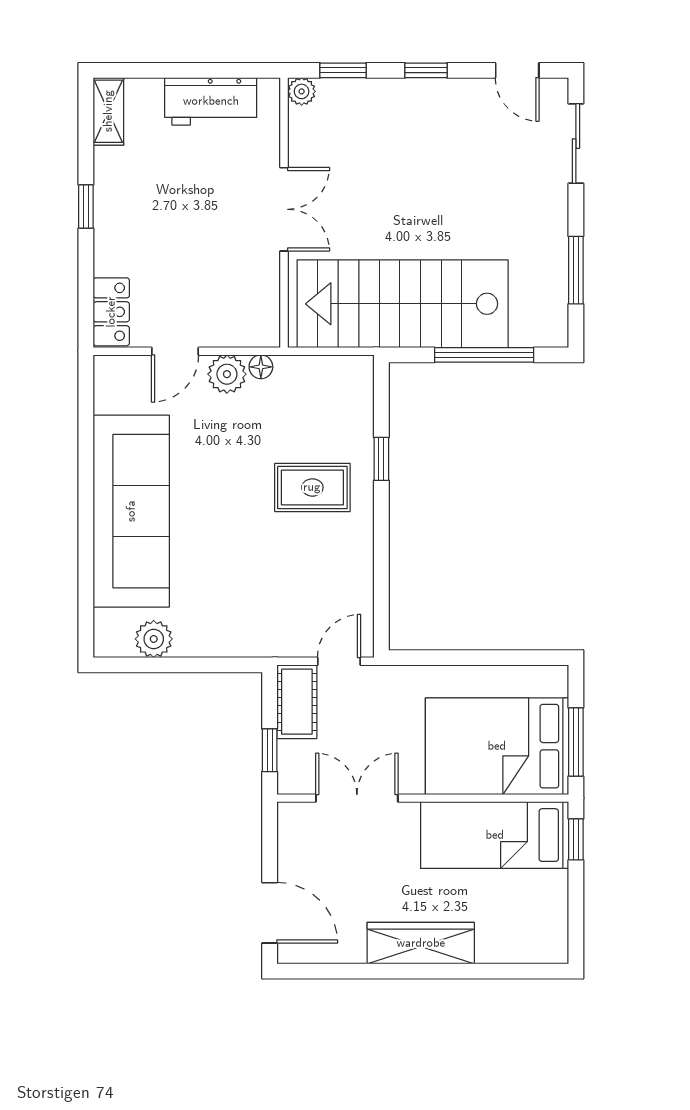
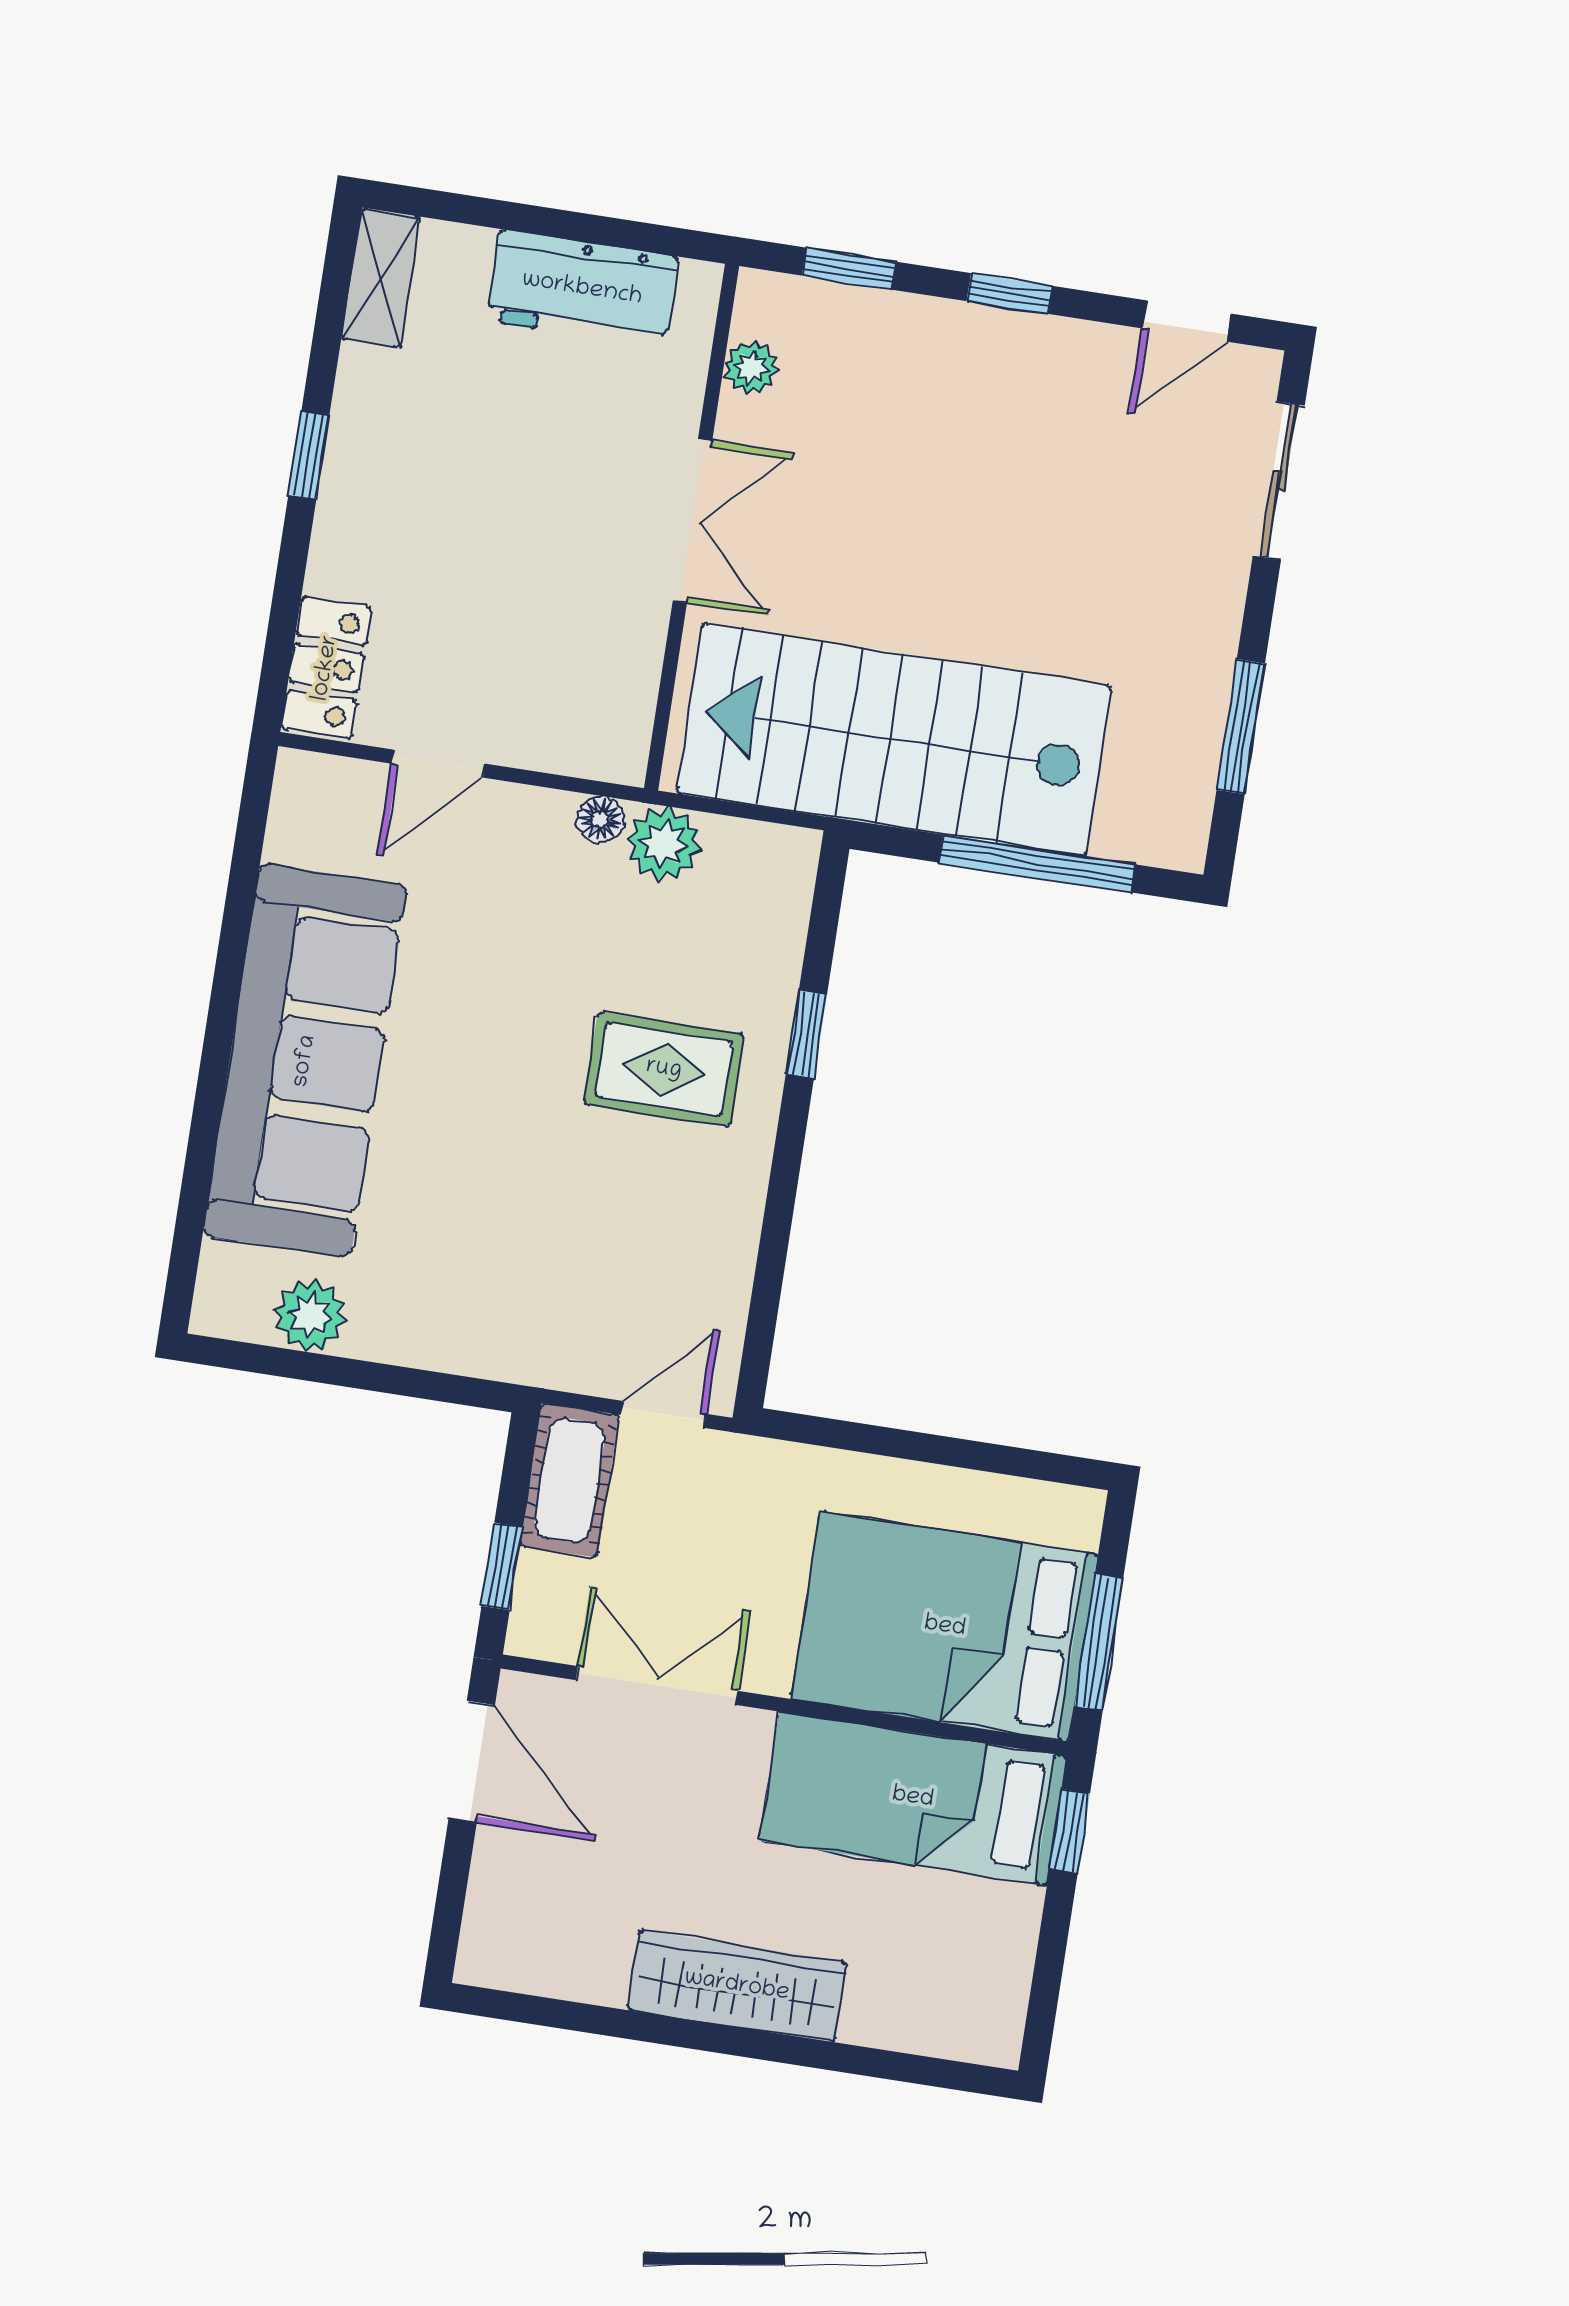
door: (517, 70) -> (1187, 321), hinge flipped
plant: (302, 91) -> (751, 368), moved
plant: (227, 374) -> (664, 844), moved
door: (270, 913) -> (472, 1762), moved

